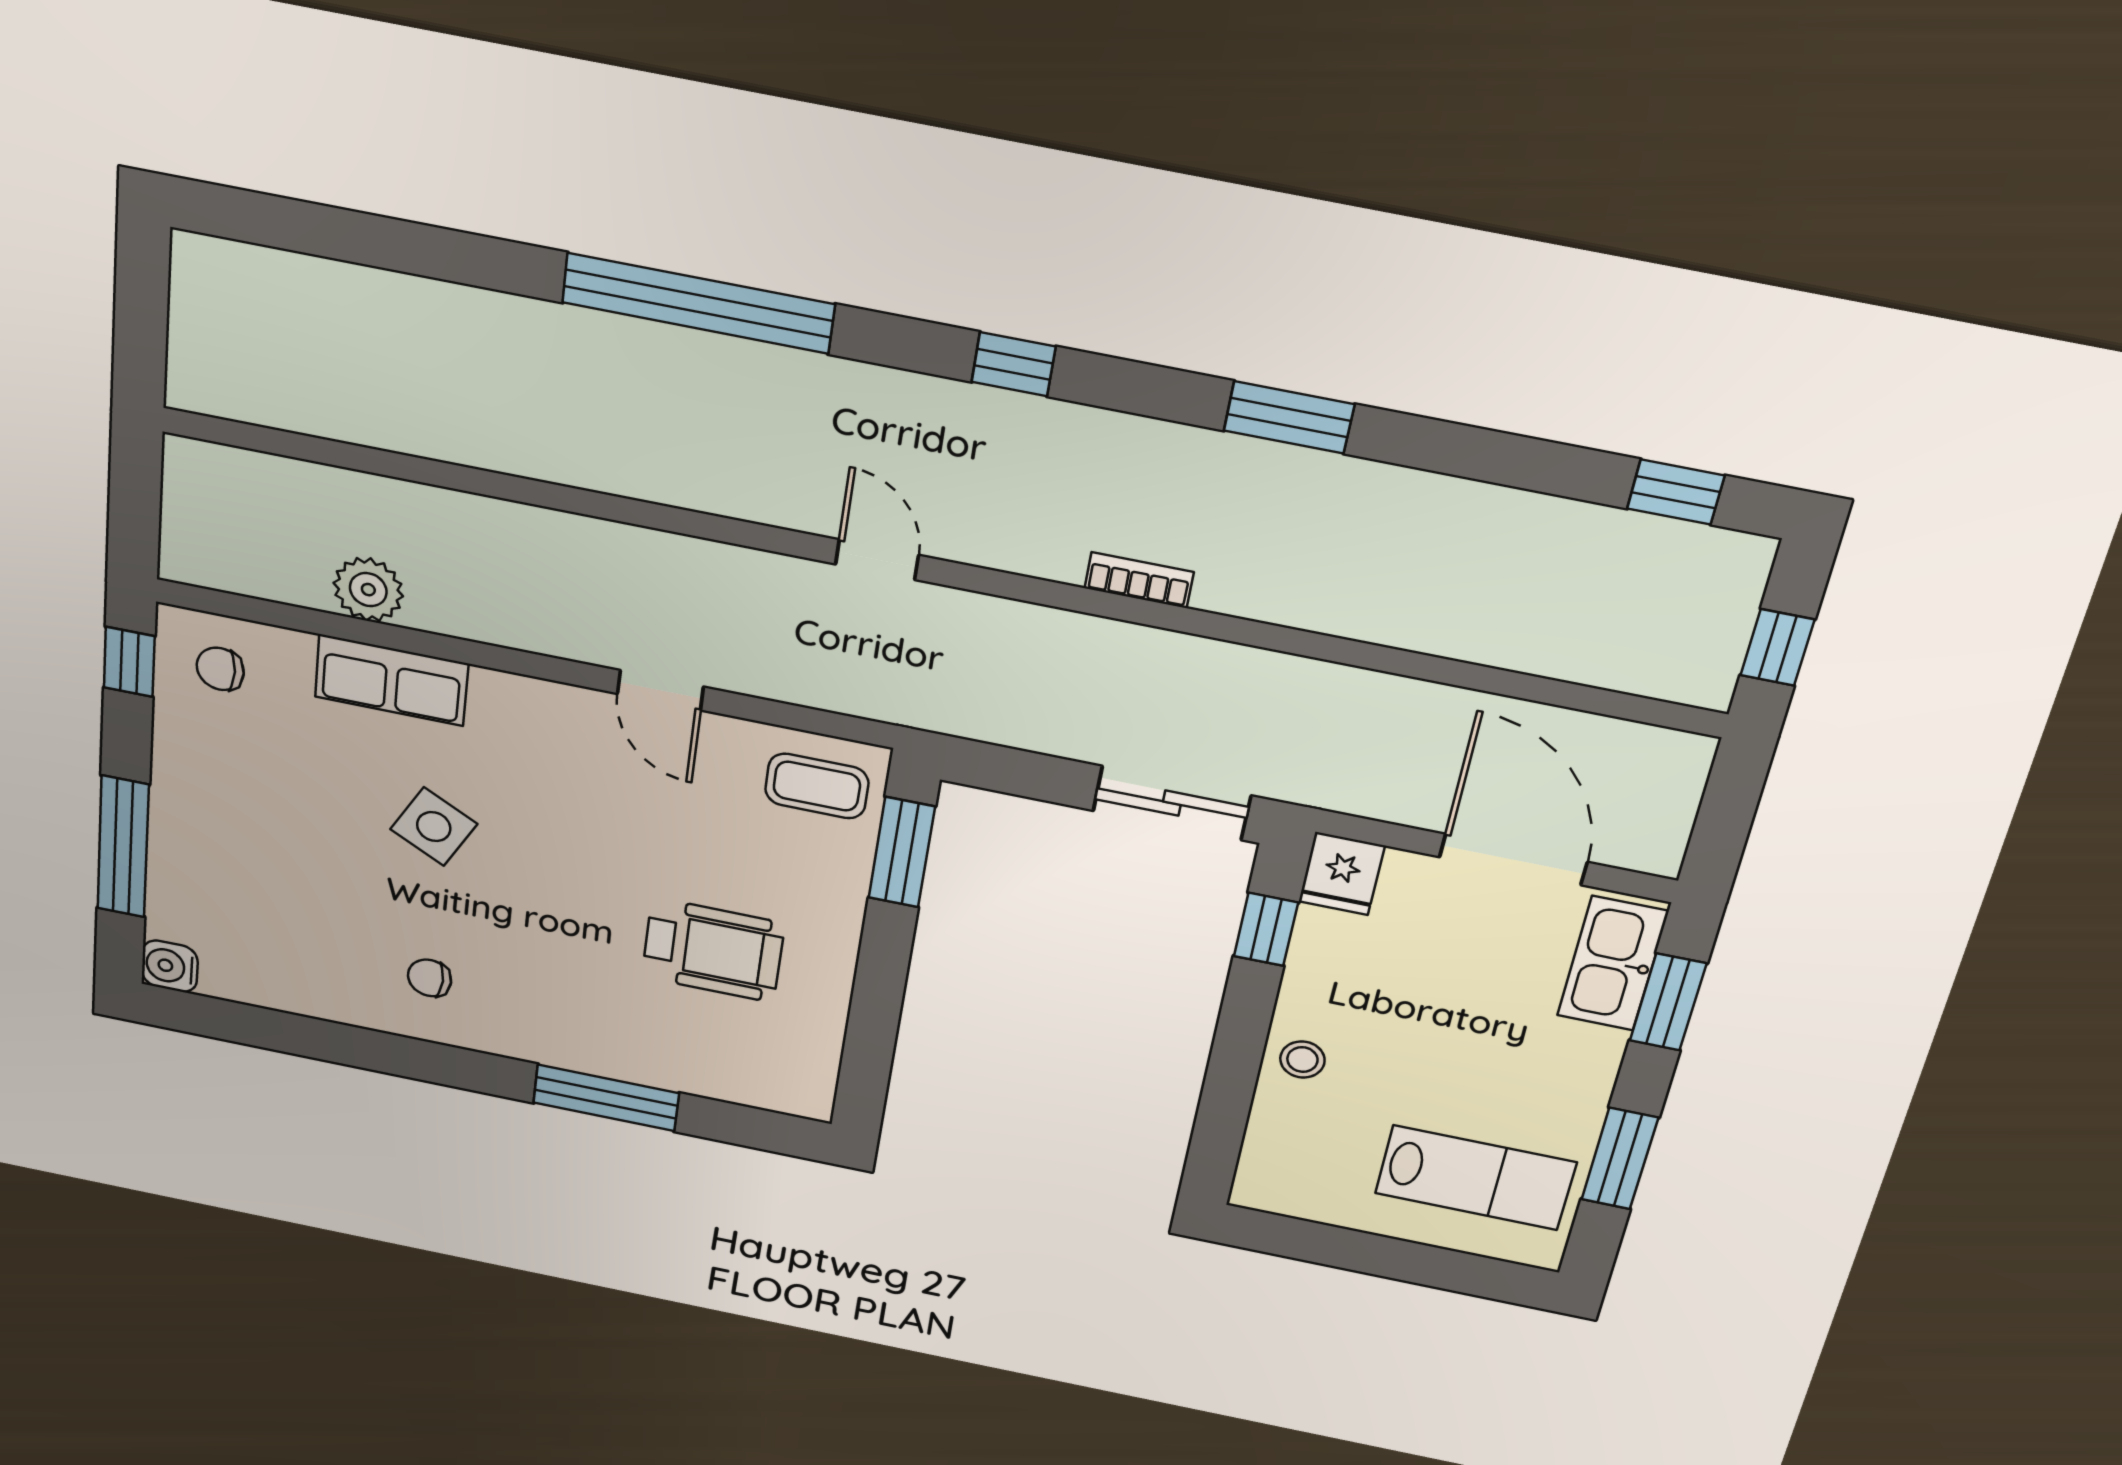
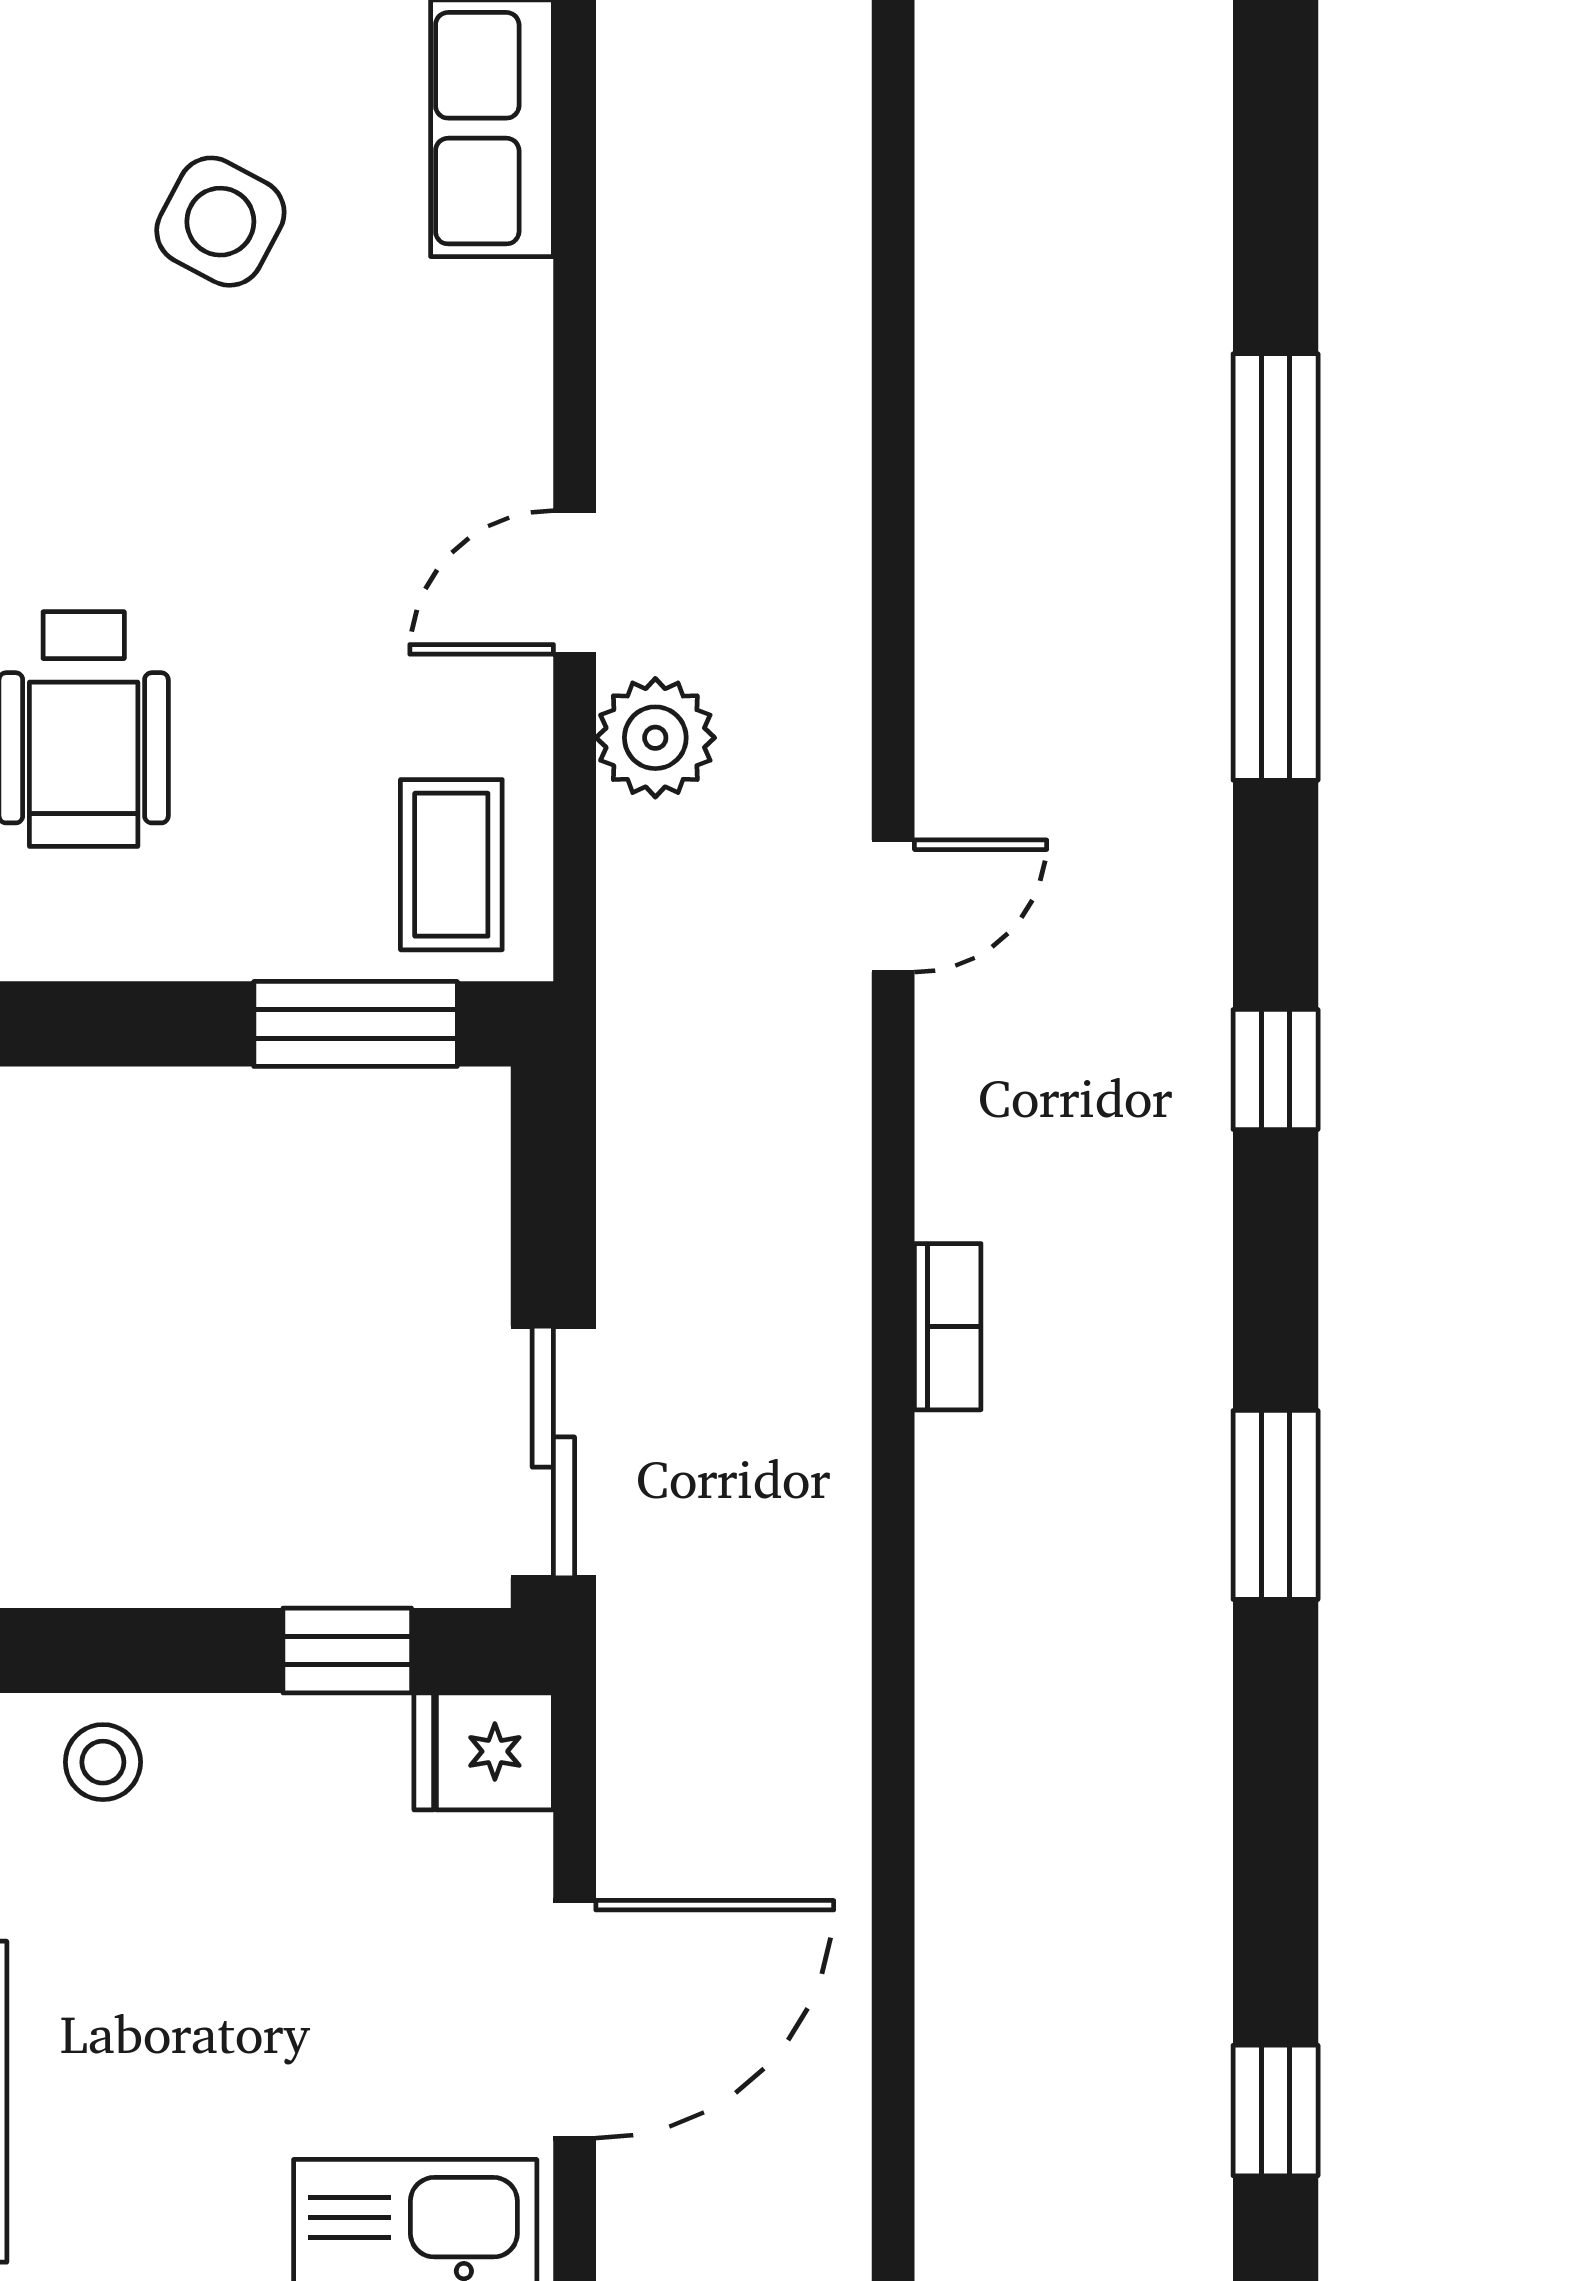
plant: (368, 590) -> (655, 738), moved

